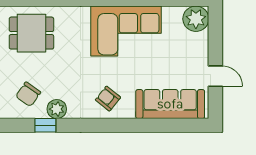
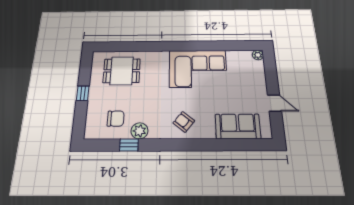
plant: (196, 19) -> (258, 55), width x0.53, depth x0.53
chair: (28, 94) -> (116, 119), turned -125
sofa: (170, 104) -> (238, 126), width x0.73

